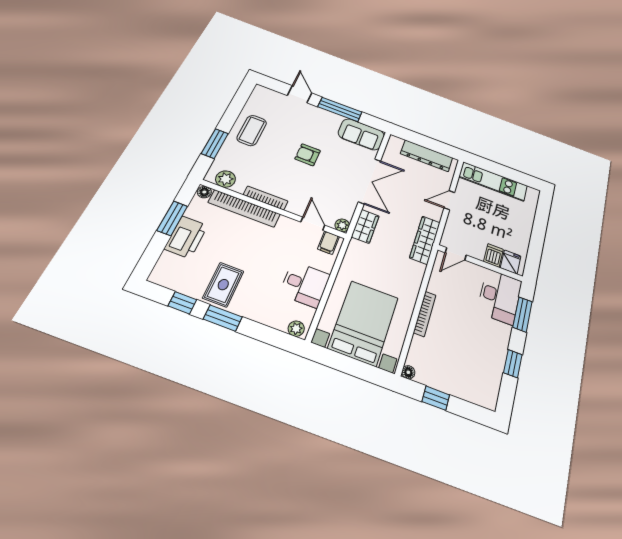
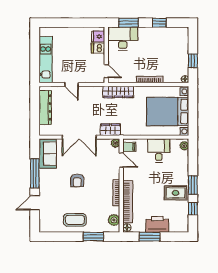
double door: (370, 181) -> (79, 137), swing flipped
door: (313, 224) -> (121, 160), swing flipped
wardrobe: (425, 240) -> (118, 92), moved

